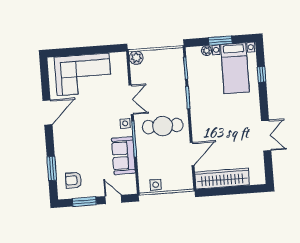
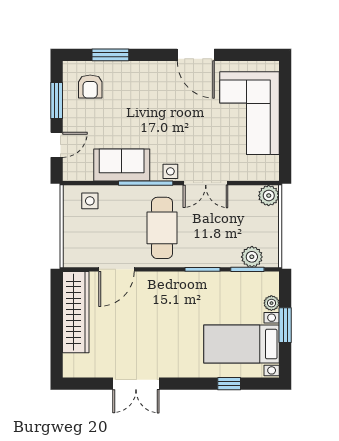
plant: (177, 66) -> (252, 257), added
door: (192, 154) -> (116, 269), hinge flipped
armchair: (73, 180) -> (90, 87), turned 180
side table: (156, 185) -> (90, 201), moved

